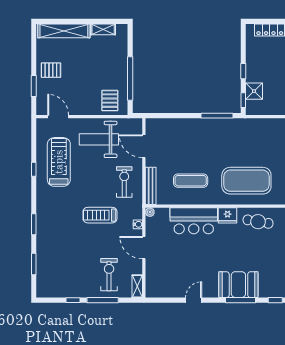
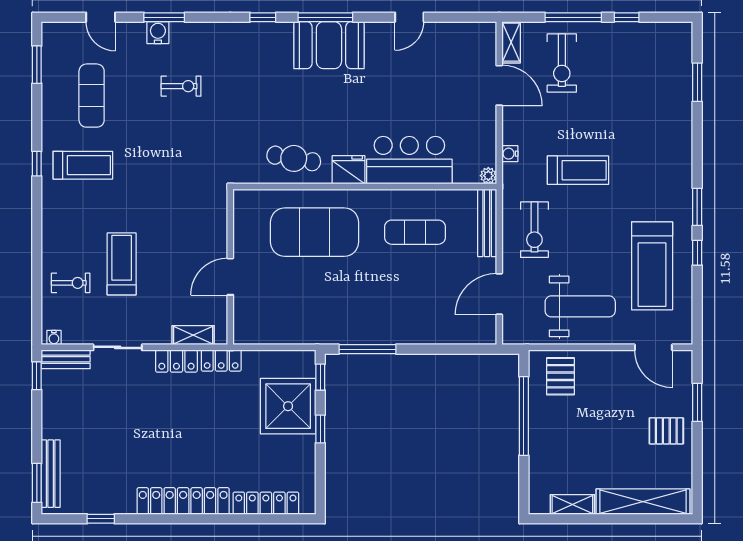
shower: (254, 91) -> (288, 406), width x1.86, depth x1.86
door: (144, 146) -> (499, 294), swing flipped
window: (34, 224) -> (697, 207), moved
door: (144, 248) -> (499, 85), moved

